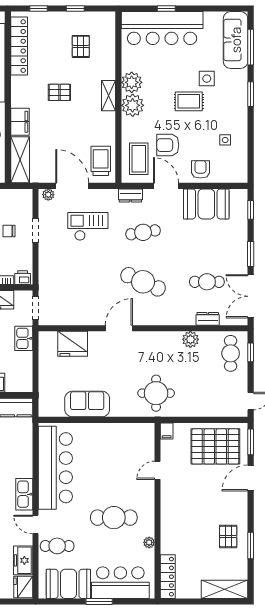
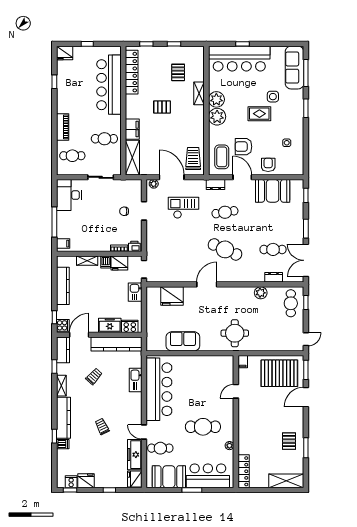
shelving: (109, 96) -> (199, 93), moved
cooker: (16, 384) -> (130, 326), added
kitchen sink: (24, 494) -> (136, 380), moved
freezer: (23, 560) -> (135, 455), width x1.40

